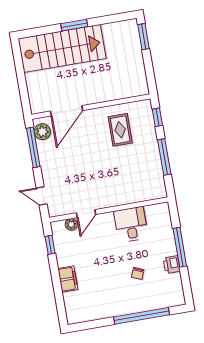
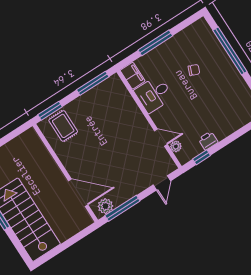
window: (157, 117) -> (50, 111), width x1.50
rug: (120, 130) -> (63, 126), moved, turned 90
window: (164, 157) -> (93, 83), moved
printer: (172, 265) -> (208, 141), moved, turned 180
filing cabinet: (68, 279) -> (133, 76), moved, turned 90

